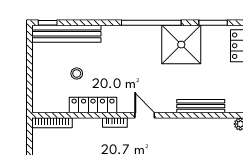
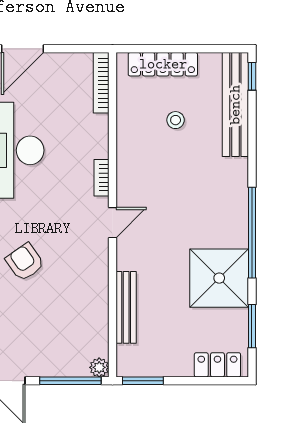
locker: (93, 105) -> (163, 64), moved, turned 90

